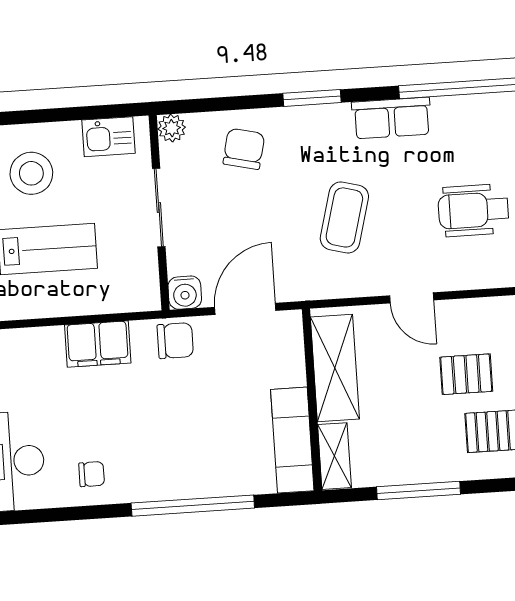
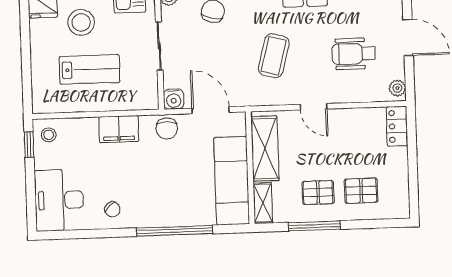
door: (245, 309) -> (211, 110), hinge flipped
chair: (175, 341) -> (167, 129), turned 90
pallet: (466, 374) -> (318, 192), moved
exam couch: (292, 440) -> (232, 181), width x1.36, depth x1.45
chair: (92, 474) -> (112, 209), turned 51

